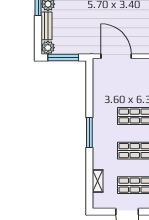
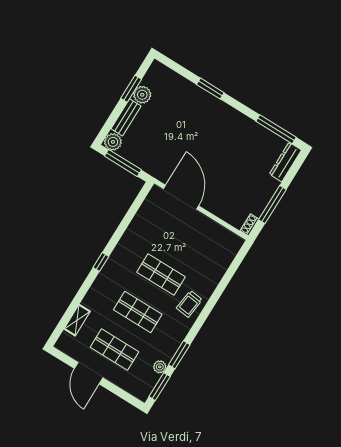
window: (89, 132) -> (101, 262), width x0.46

